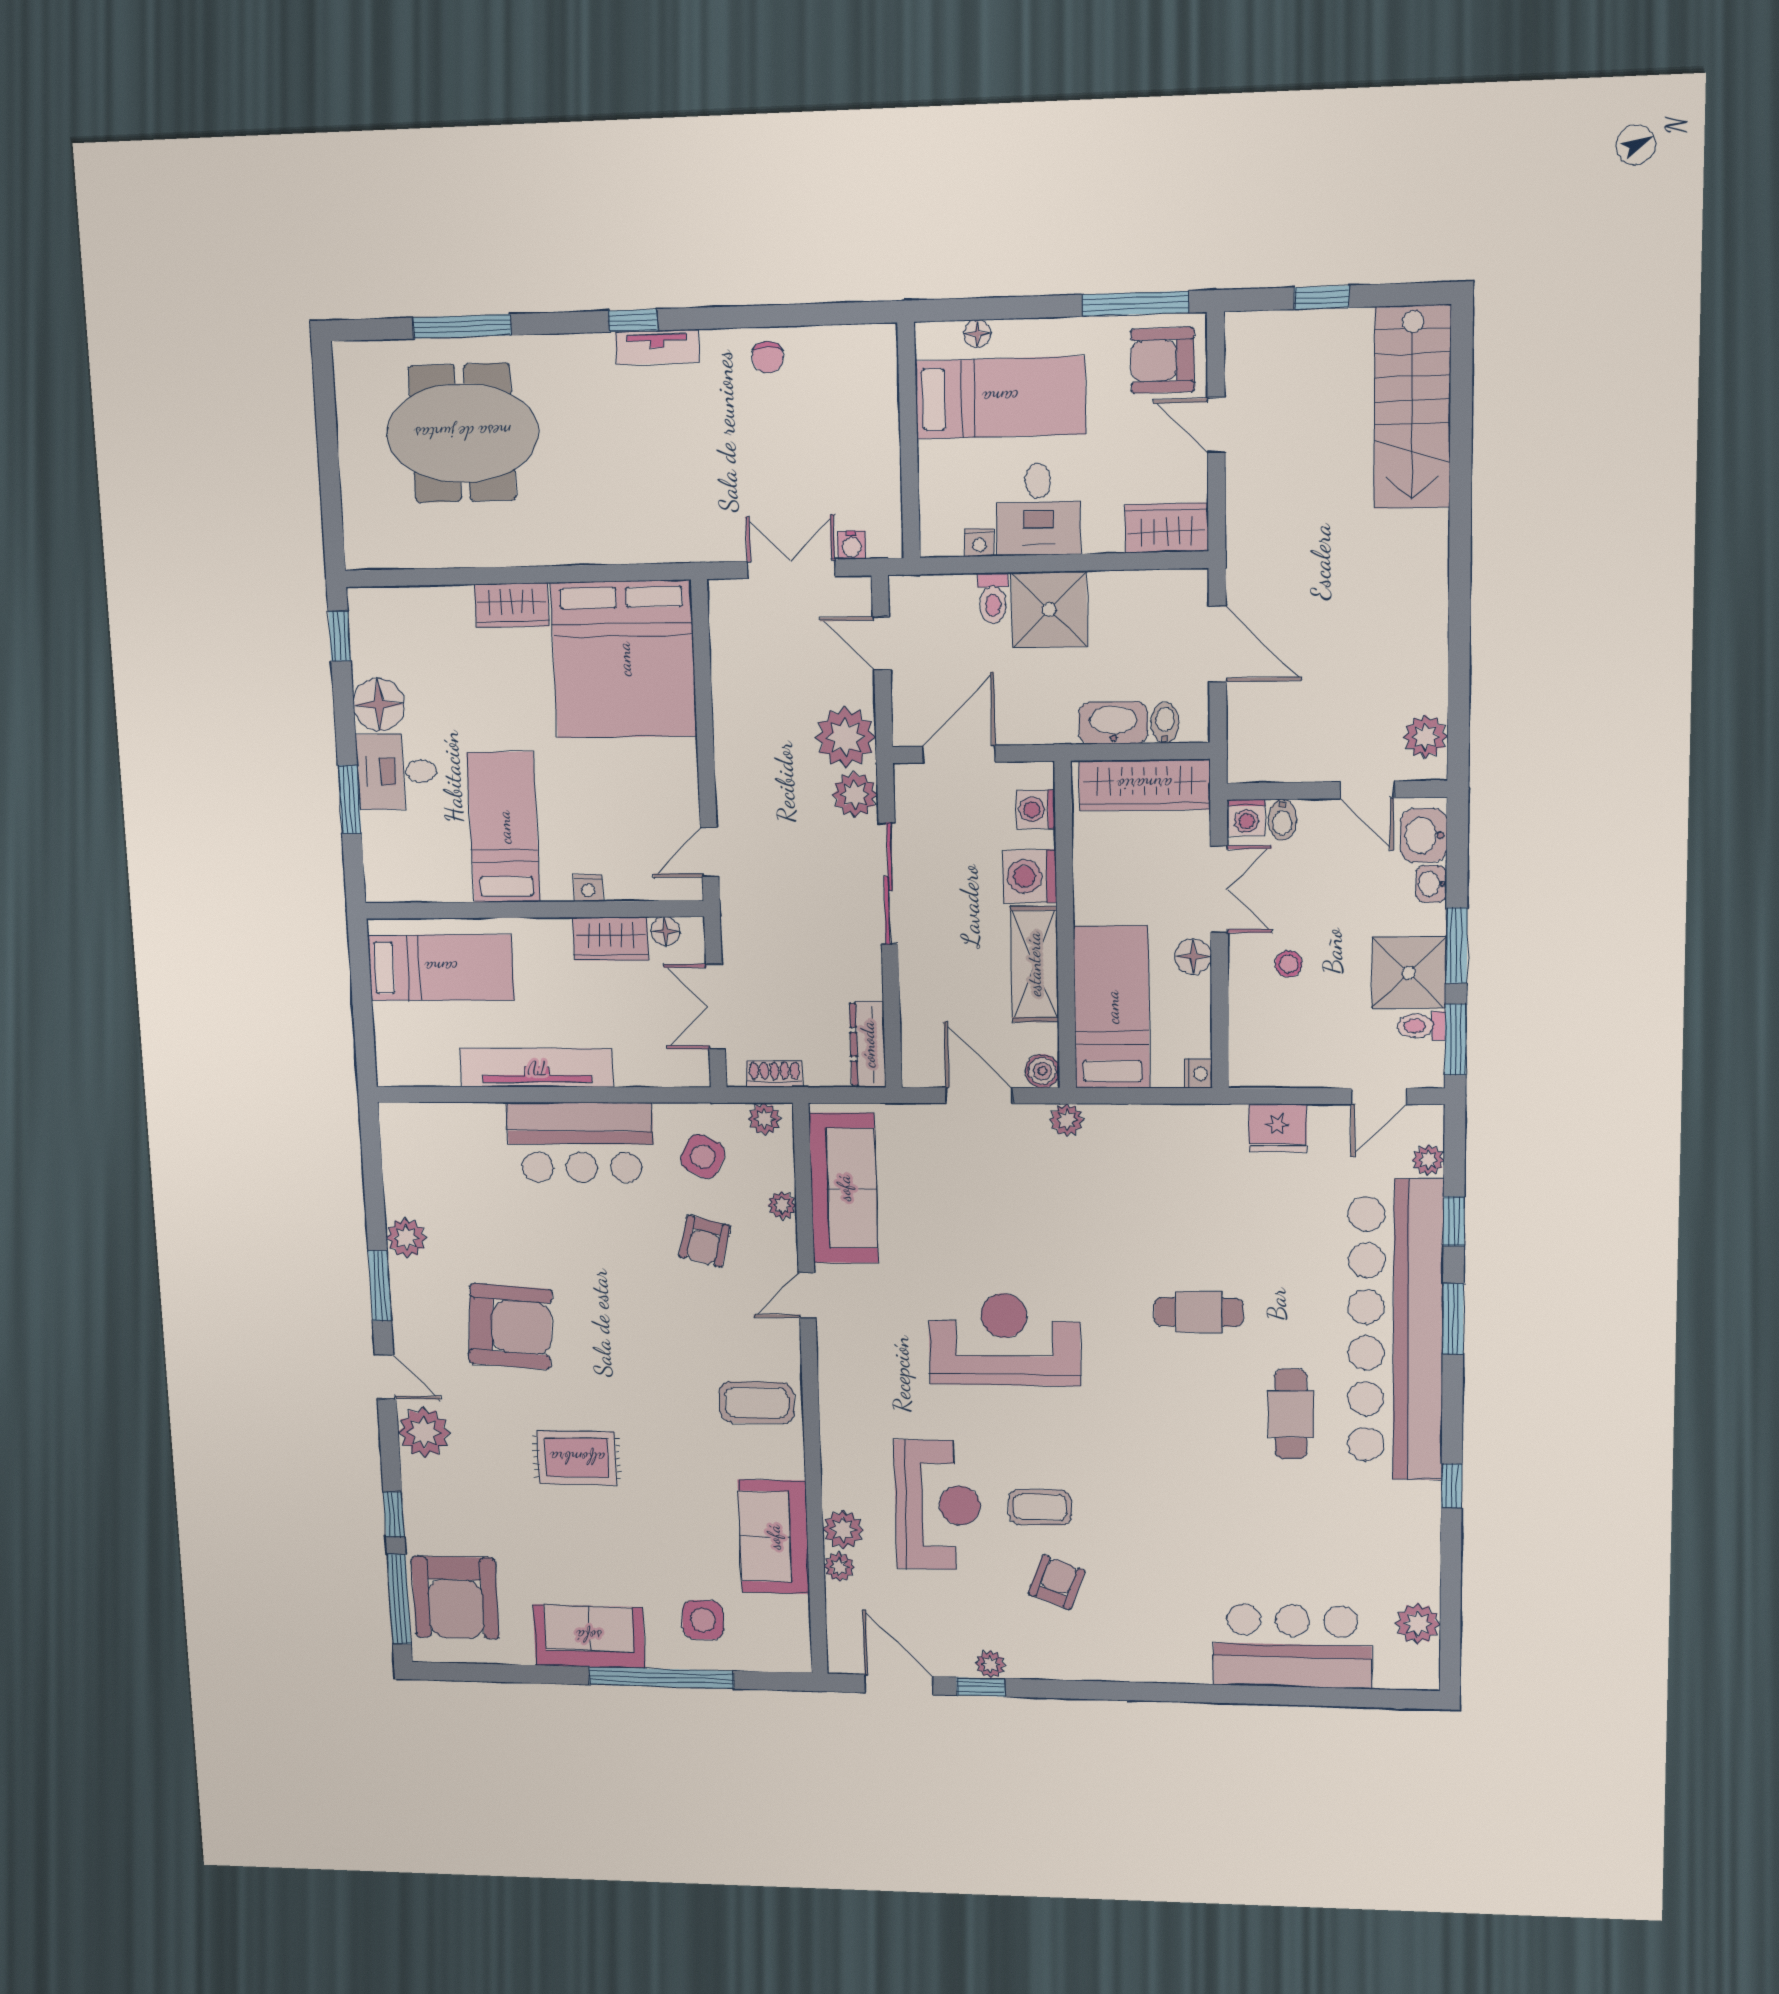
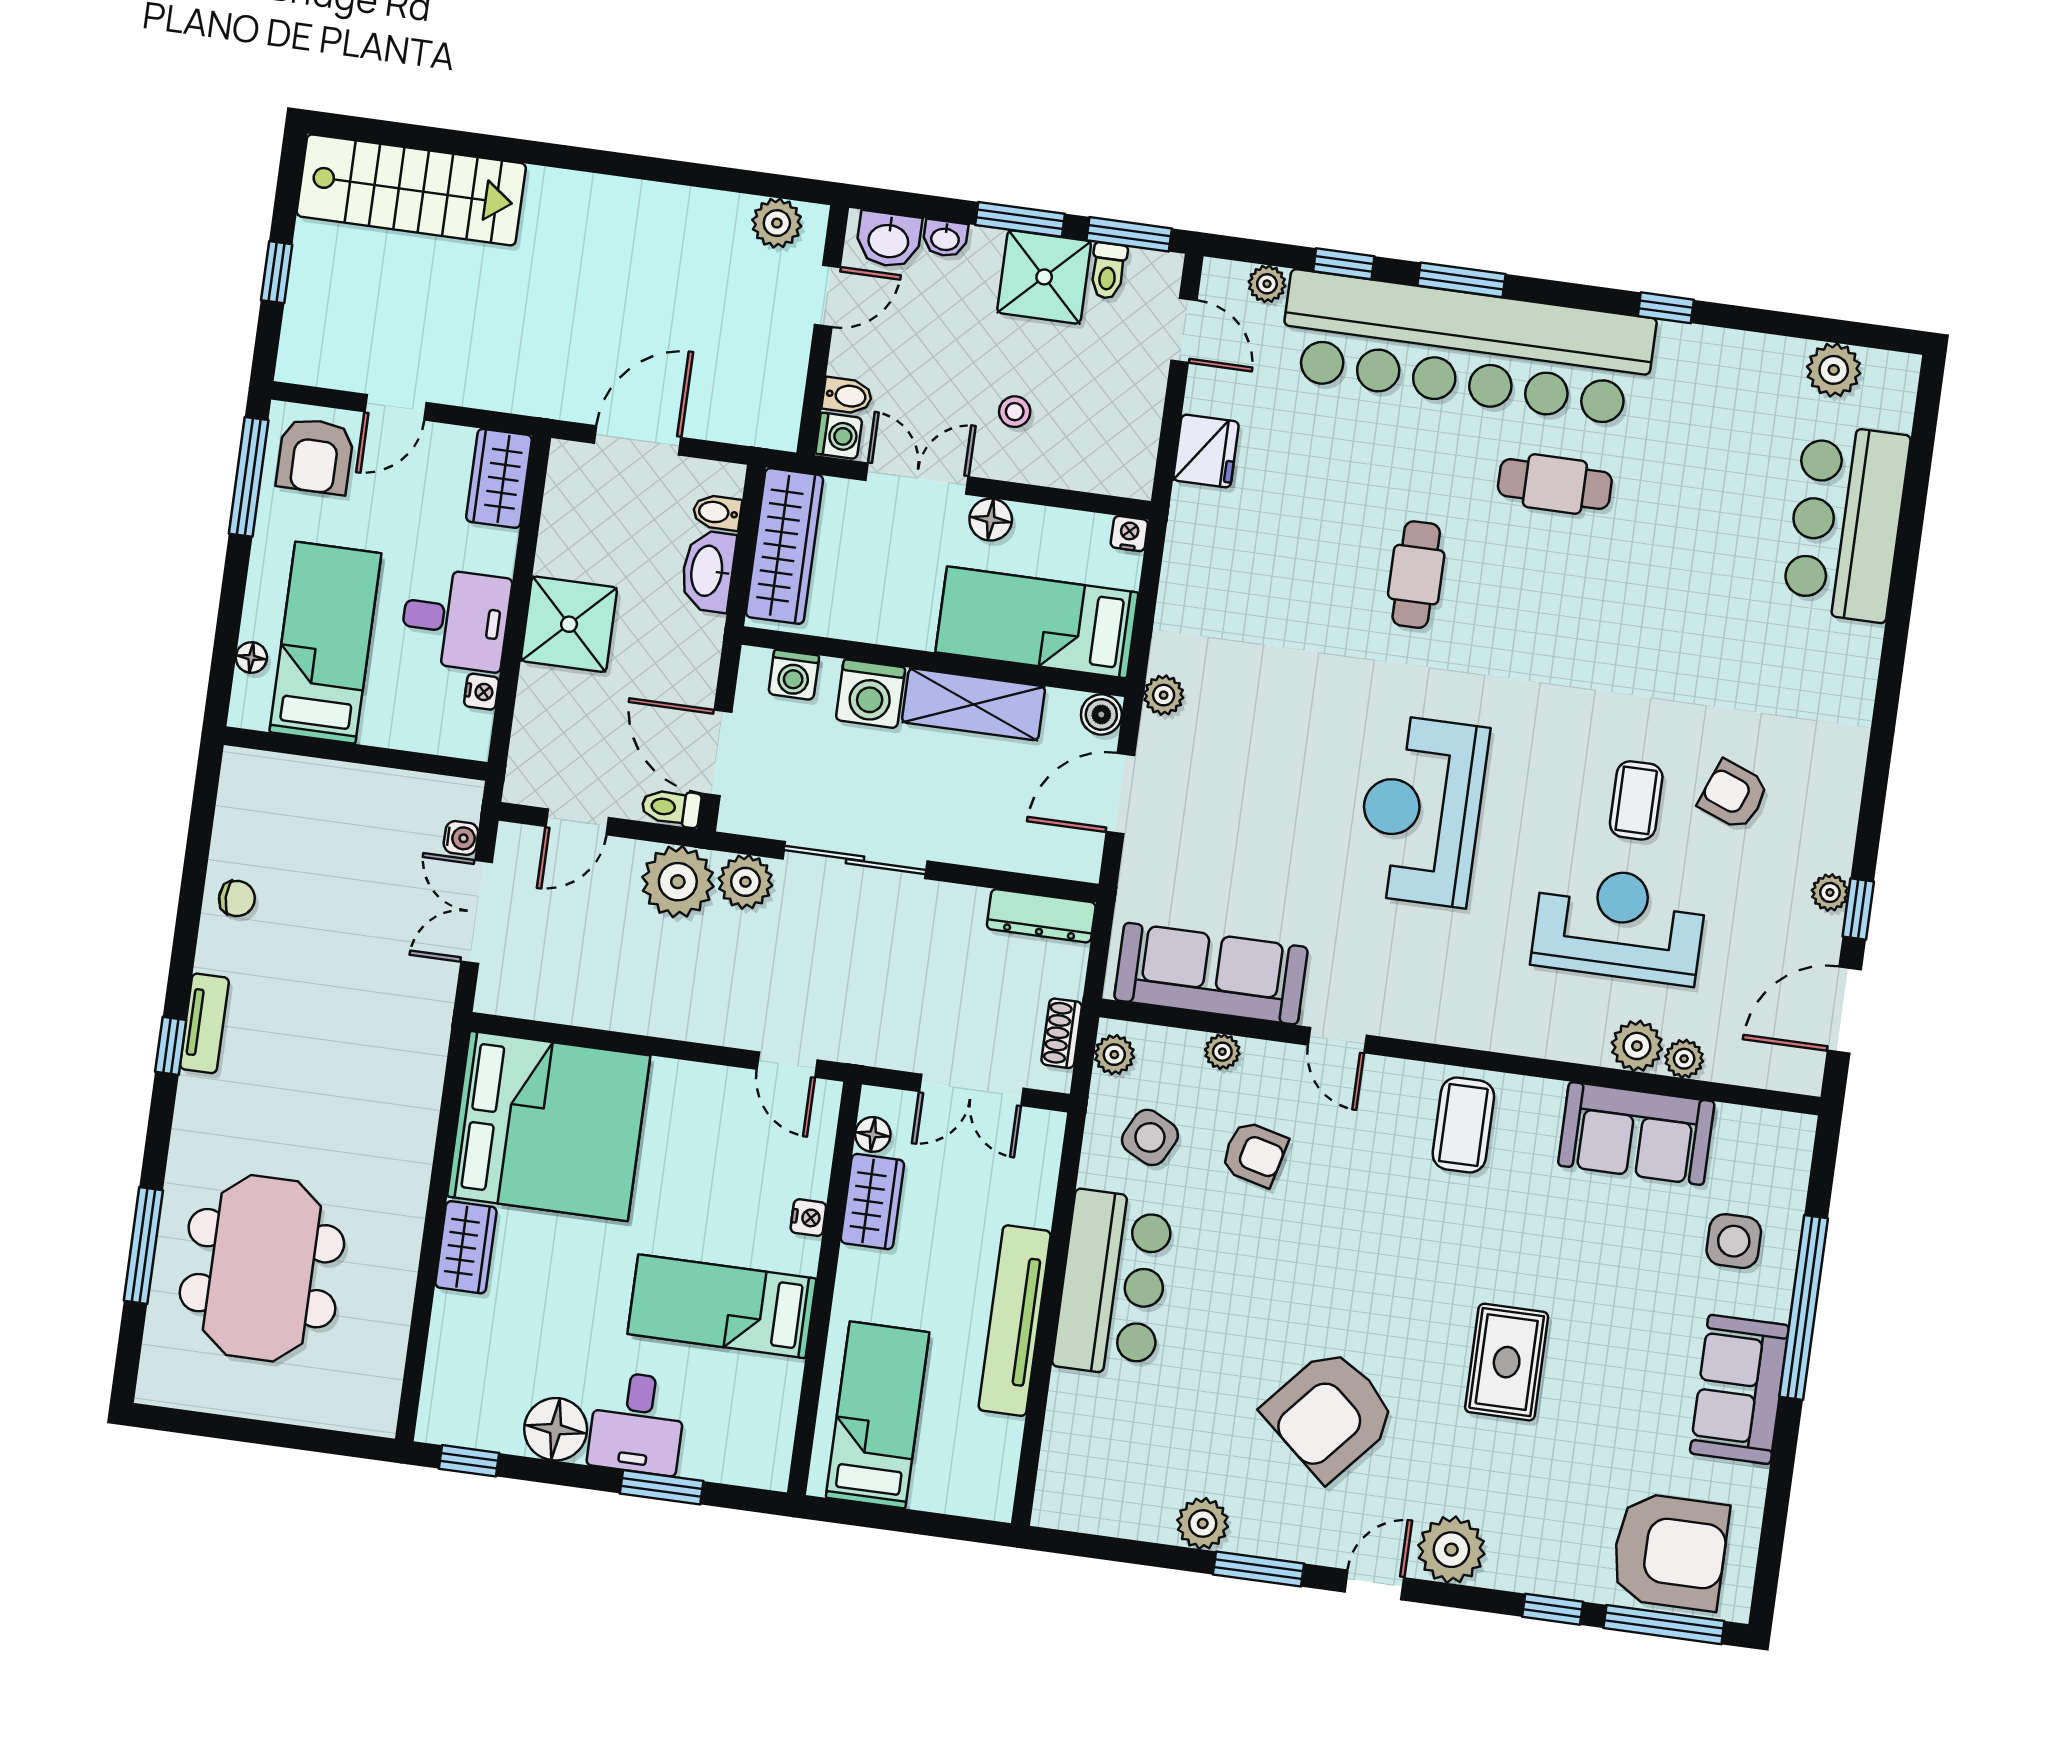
toilet: (993, 598) -> (671, 808), moved, turned 180
armchair: (510, 1326) -> (1330, 1414), turned -143

